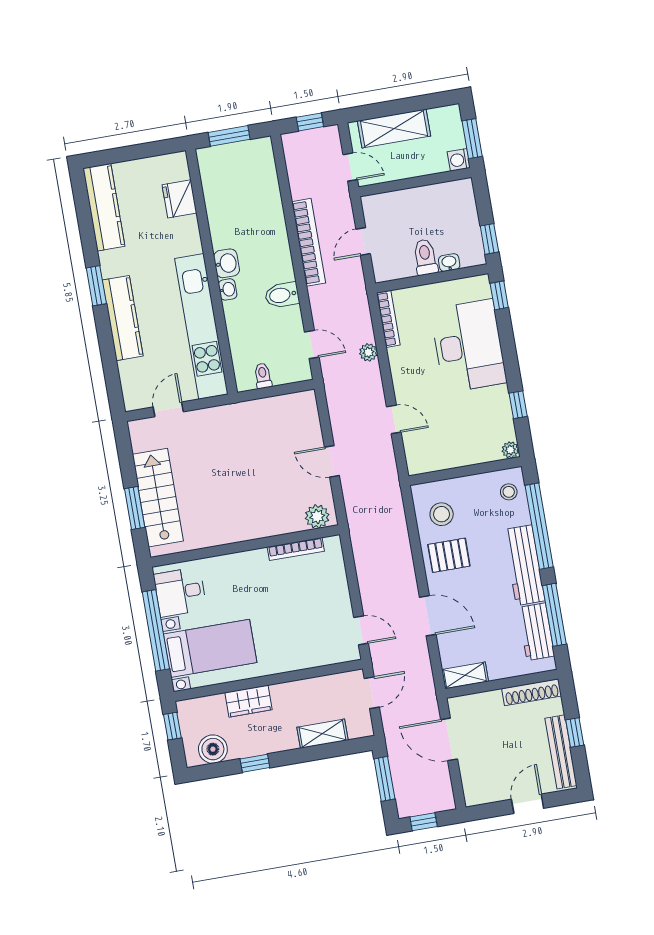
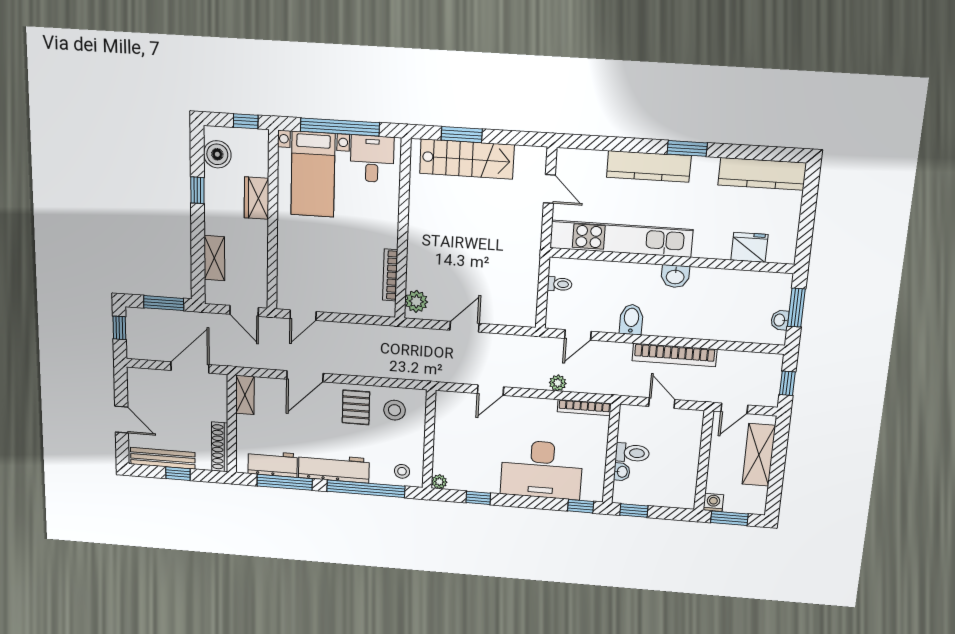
washbasin: (228, 289) -> (780, 320), moved, turned 90

